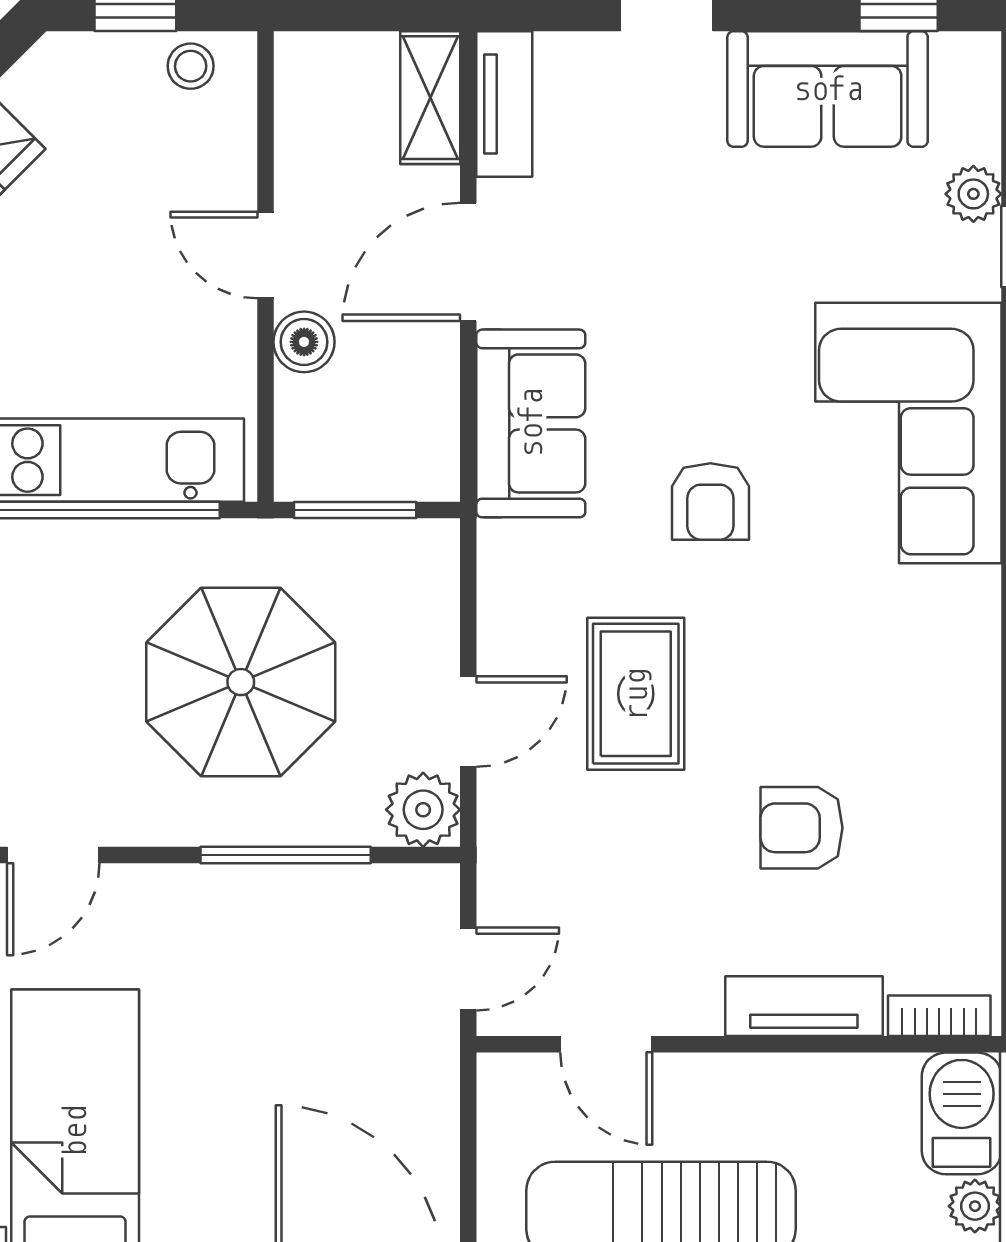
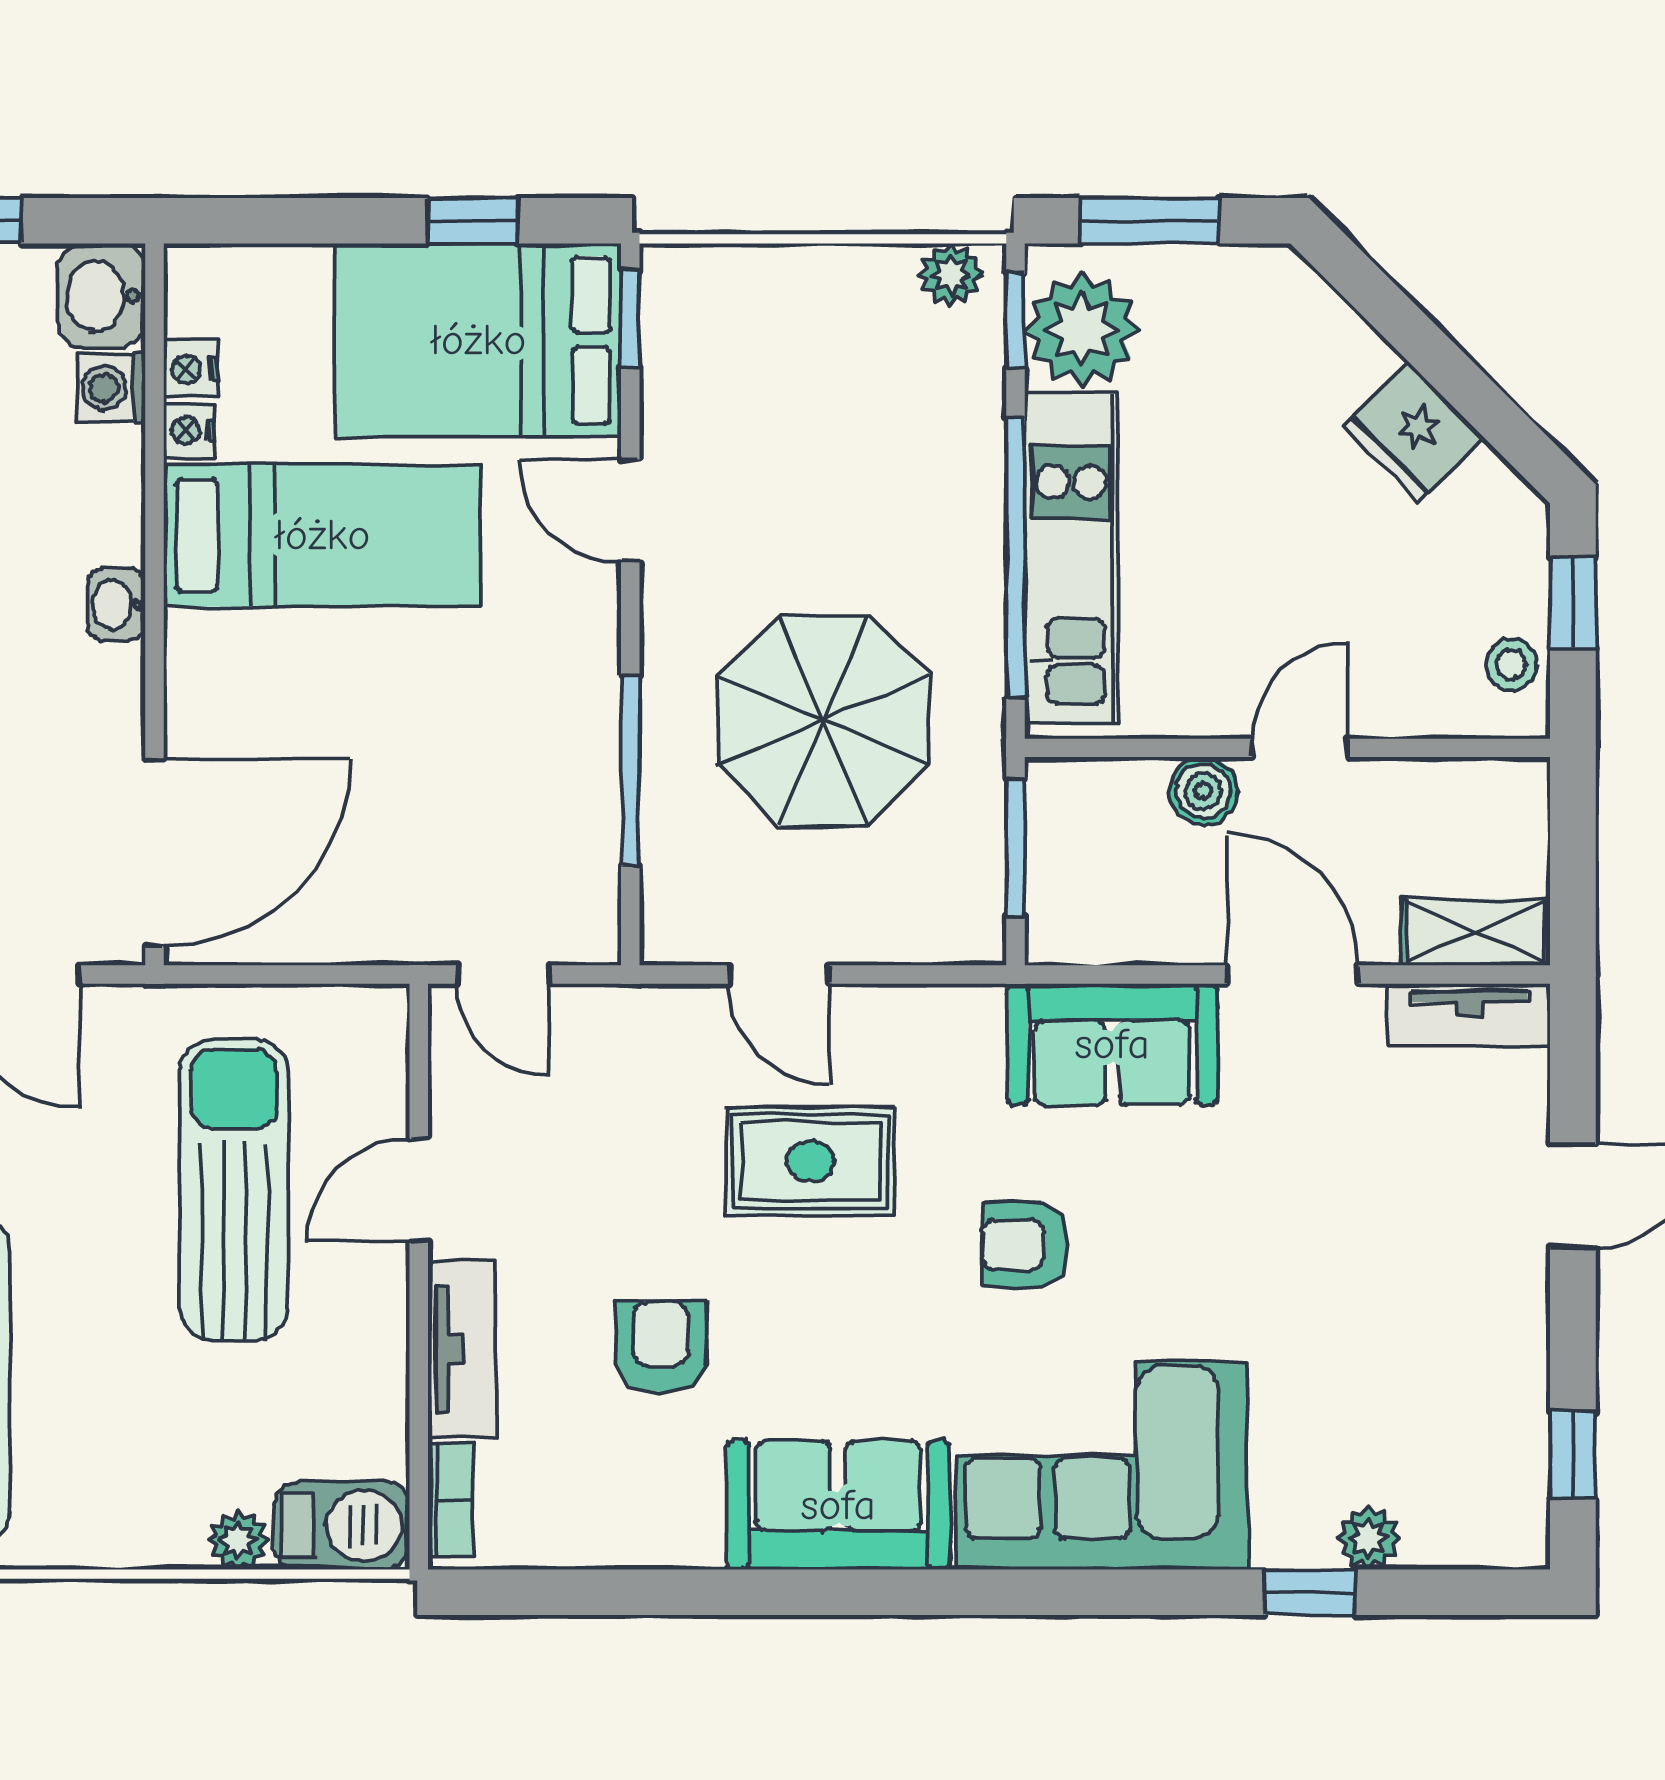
sofa: (828, 89) -> (838, 1505), moved, turned 90
plant: (423, 810) -> (681, 924), removed
door: (606, 1044) -> (419, 1190), moved

